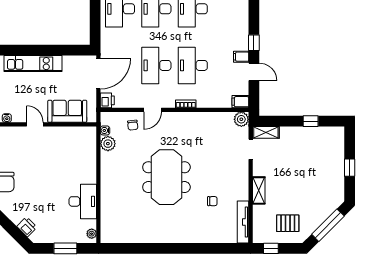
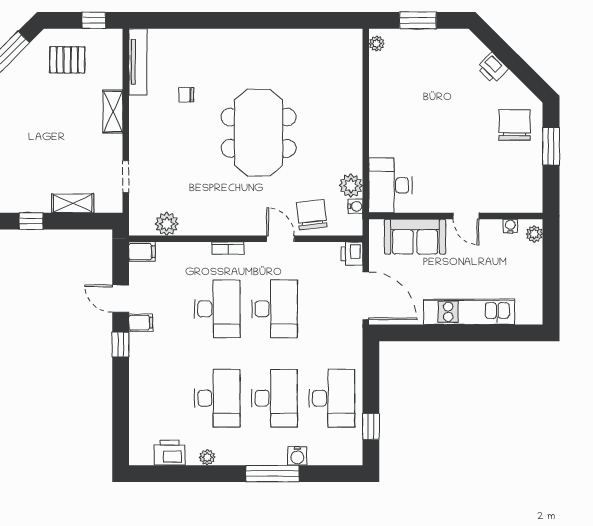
door: (98, 74) -> (366, 296), swing flipped
door: (153, 110) -> (280, 239), hinge flipped
plant: (241, 119) -> (167, 224), moved
chair: (133, 125) -> (312, 215), width x1.87, depth x1.87
shelving: (266, 132) -> (73, 203), moved
desk: (83, 201) -> (390, 185), moved
printer: (27, 227) -> (492, 68), moved

